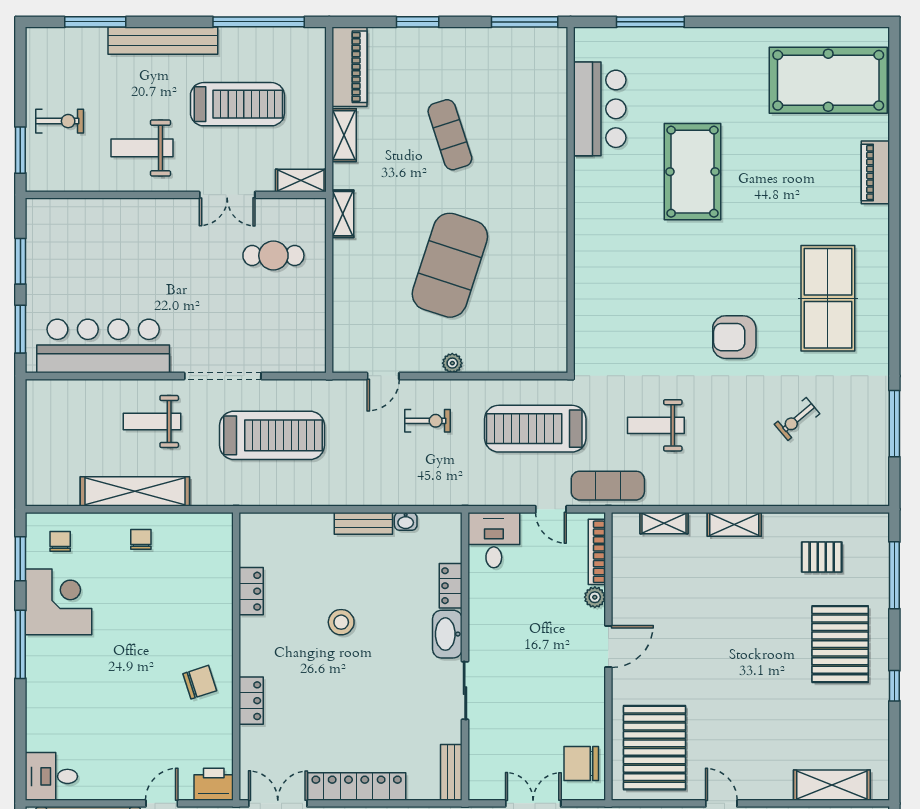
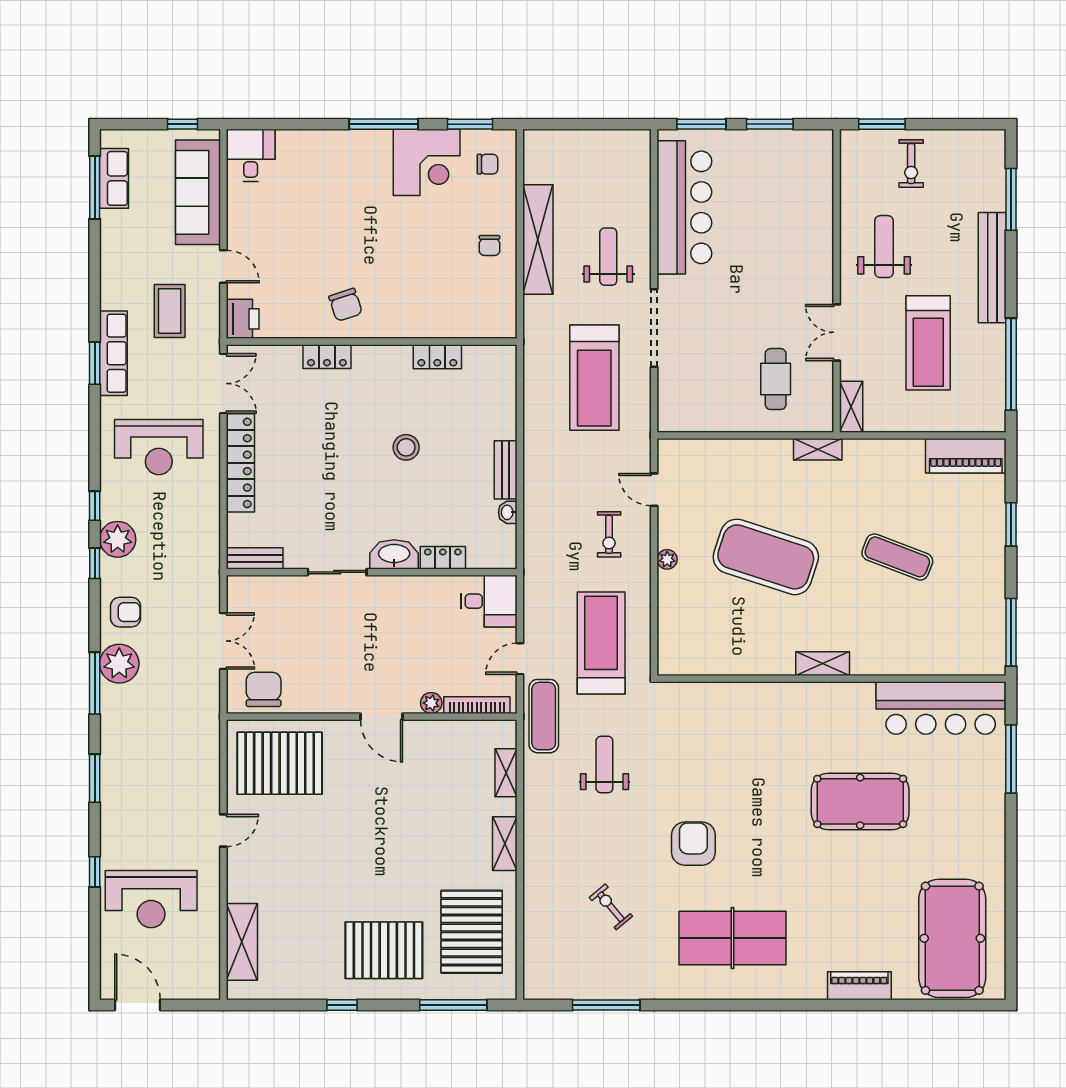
bar counter: (600, 109) -> (941, 708), width x1.36
shelving: (344, 135) -> (823, 664), moved
exercise mat: (450, 135) -> (897, 557), turned 39
chair: (141, 539) -> (489, 245), turned 90
pallet: (822, 557) -> (472, 932), width x2.05, depth x2.00

